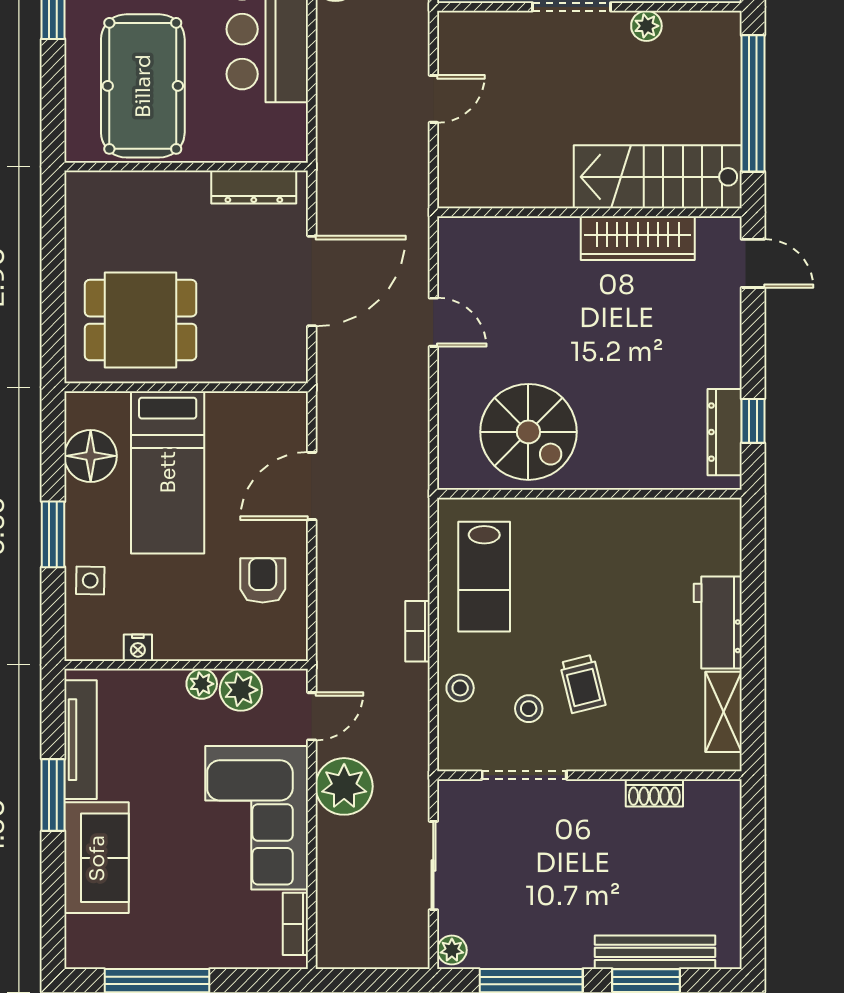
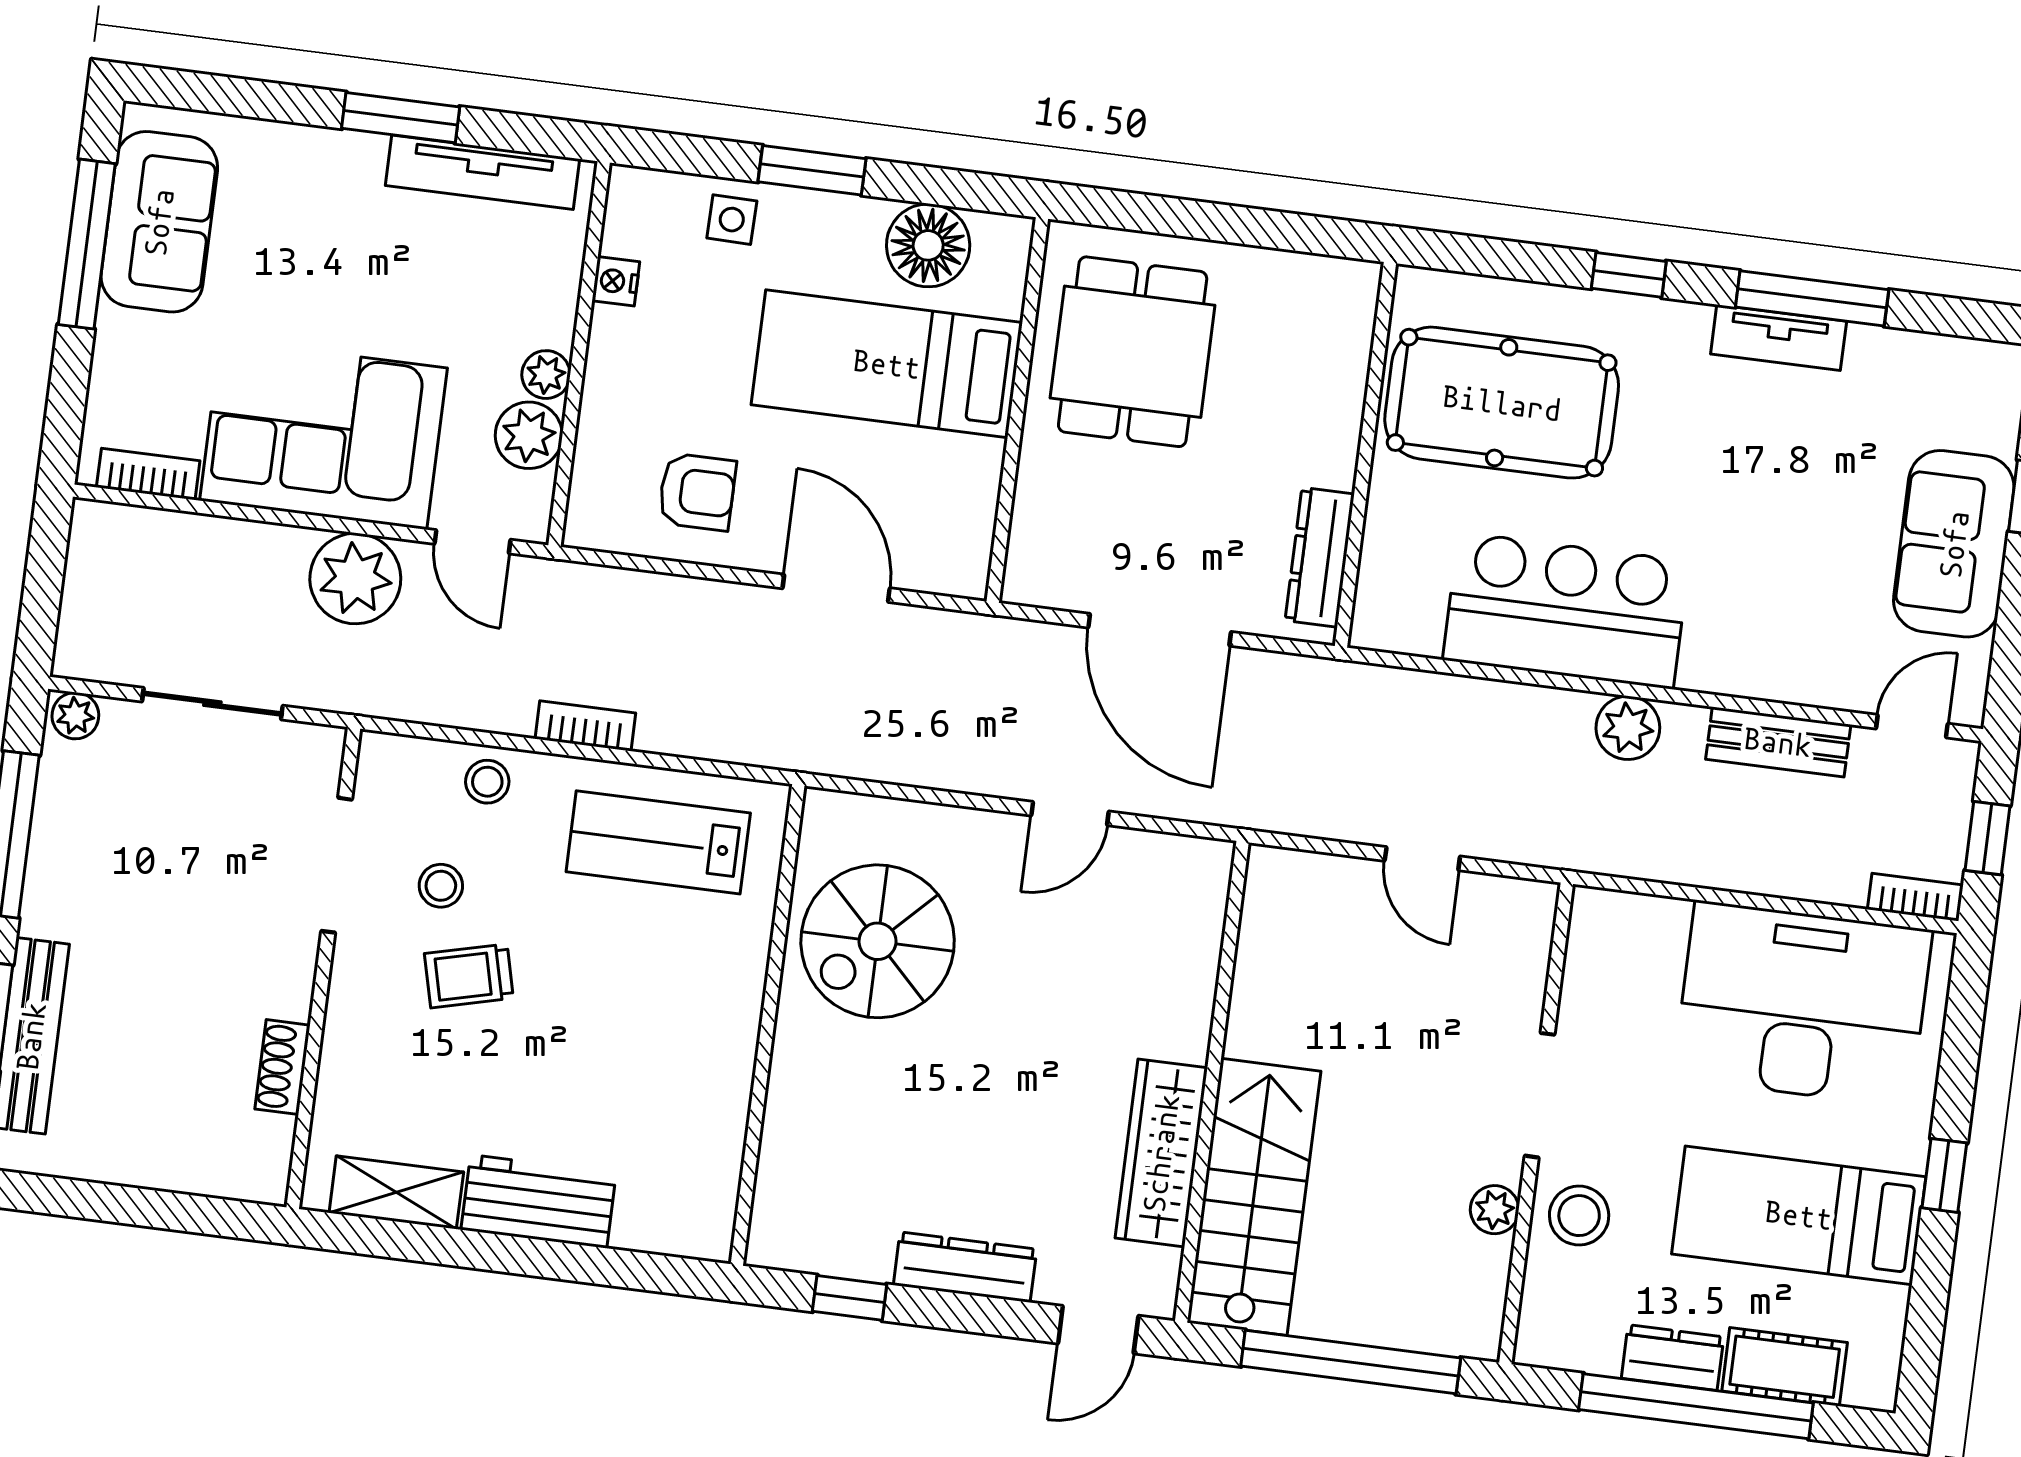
dresser: (725, 432) -> (965, 1267), moved
sofa: (97, 858) -> (159, 222), moved, turned -90

